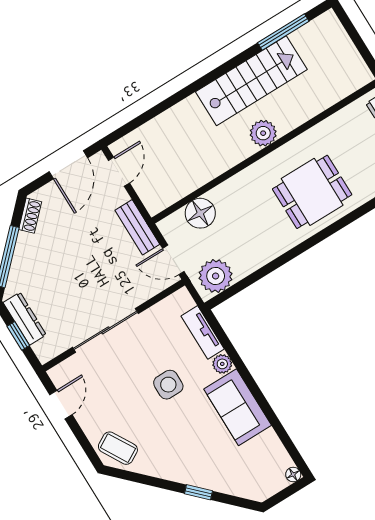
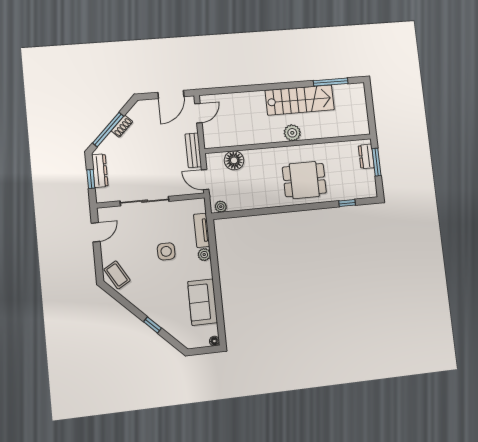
shoe rack: (30, 216) -> (122, 126), moved
plant: (216, 276) -> (221, 207), width x0.53, depth x0.53
sofa: (238, 407) -> (203, 302), moved

